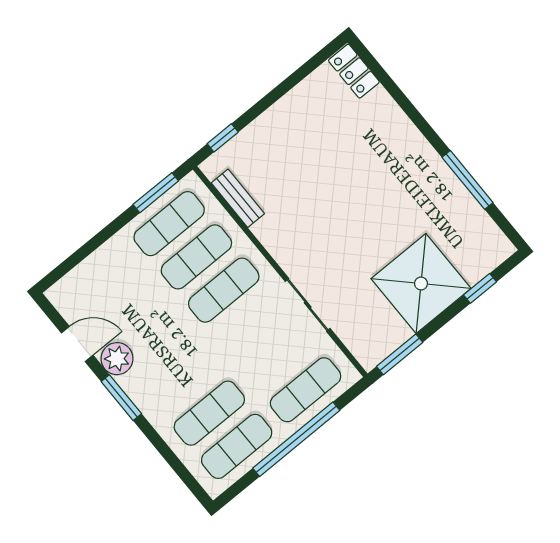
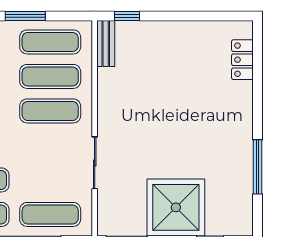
locker: (354, 71) -> (242, 60), moved
window: (156, 193) -> (25, 16), moved
bench: (238, 198) -> (106, 44), moved

